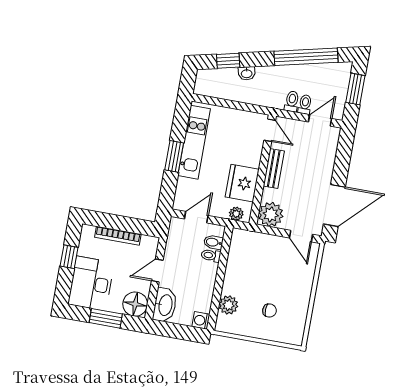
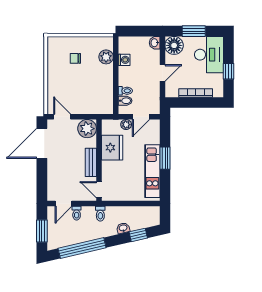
toilet: (292, 101) -> (100, 214), moved
plant: (236, 214) -> (126, 125), moved
washbasin: (165, 305) -> (155, 43), width x0.52, depth x0.69
washing machine: (201, 320) -> (124, 60), moved

